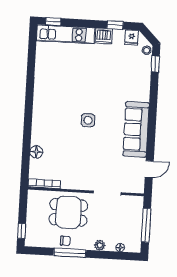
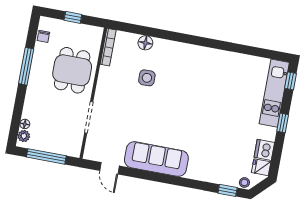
window: (115, 25) -> (283, 123), moved
dishwasher: (104, 36) -> (264, 150), moved
side table: (88, 120) -> (147, 78), moved
window: (22, 231) -> (73, 17), moved
chair: (65, 241) -> (43, 36), moved
plant: (100, 245) -> (24, 136), moved

